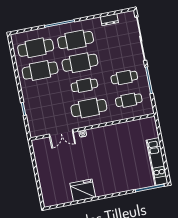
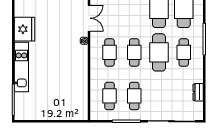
cafe table: (76, 40) -> (184, 52), width x0.73, depth x0.74
cafe table: (89, 108) -> (110, 52), width x0.73, depth x0.74
double door: (61, 133) -> (89, 18), swing flipped
kitchen unit: (157, 162) -> (21, 67), moved, turned 90

